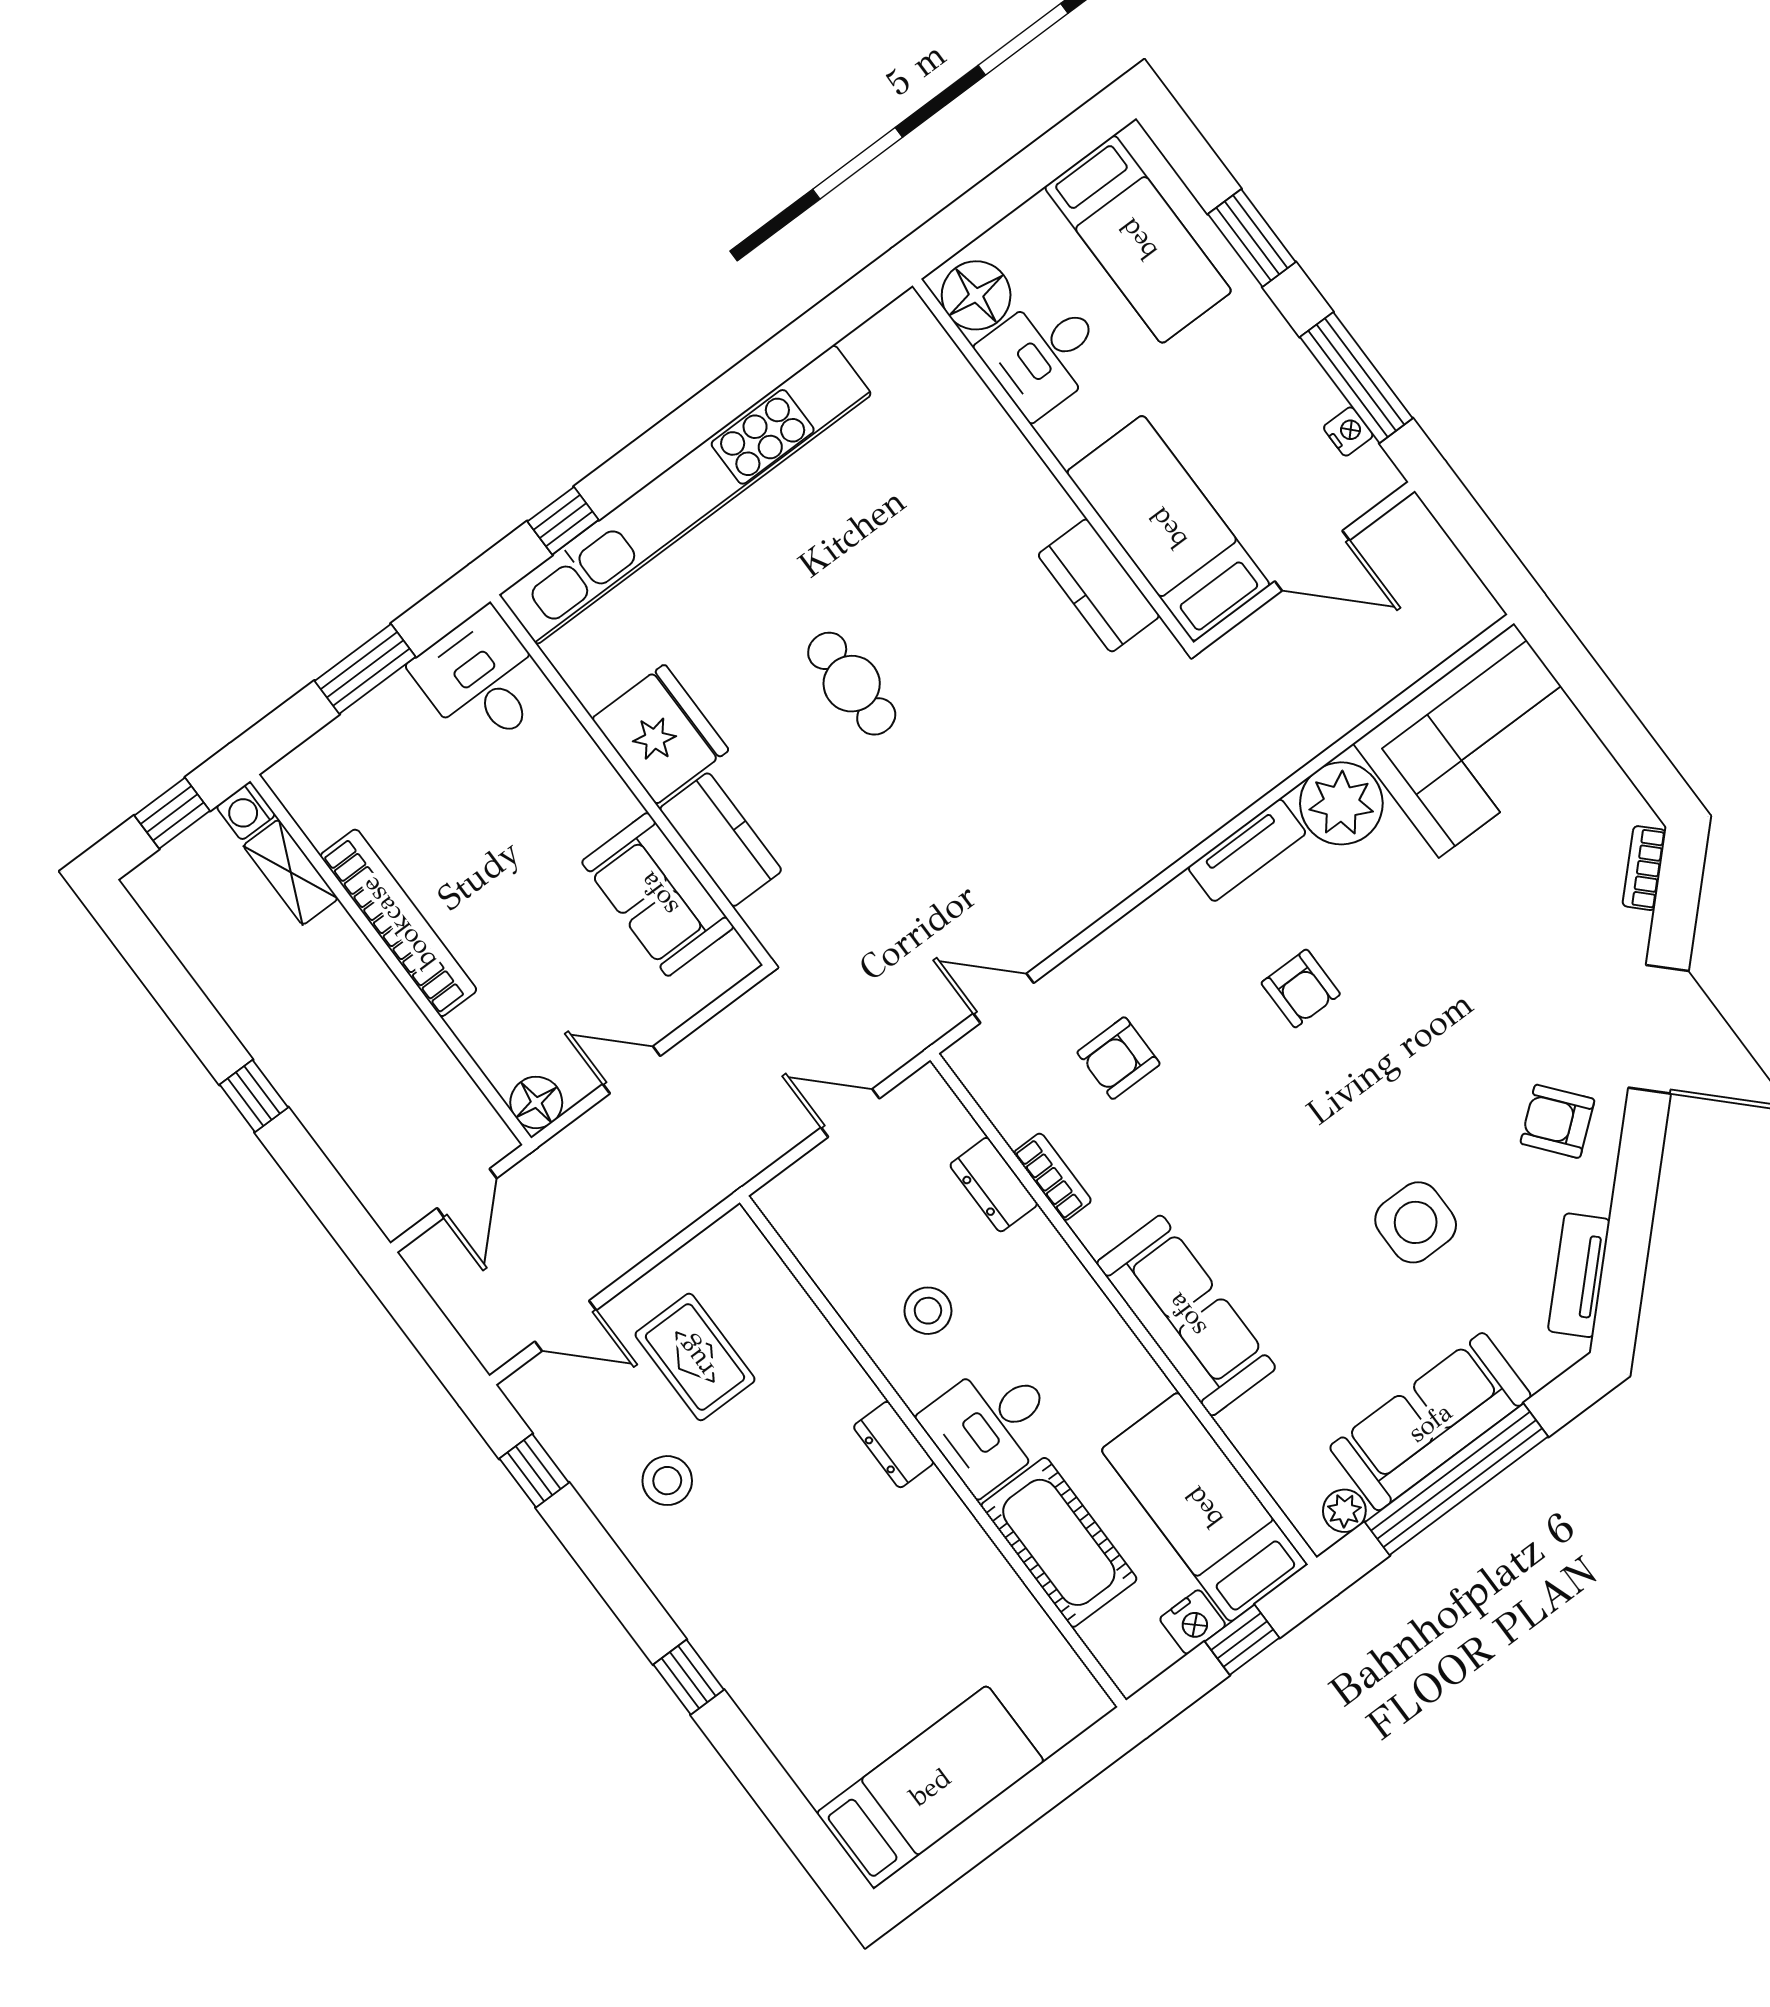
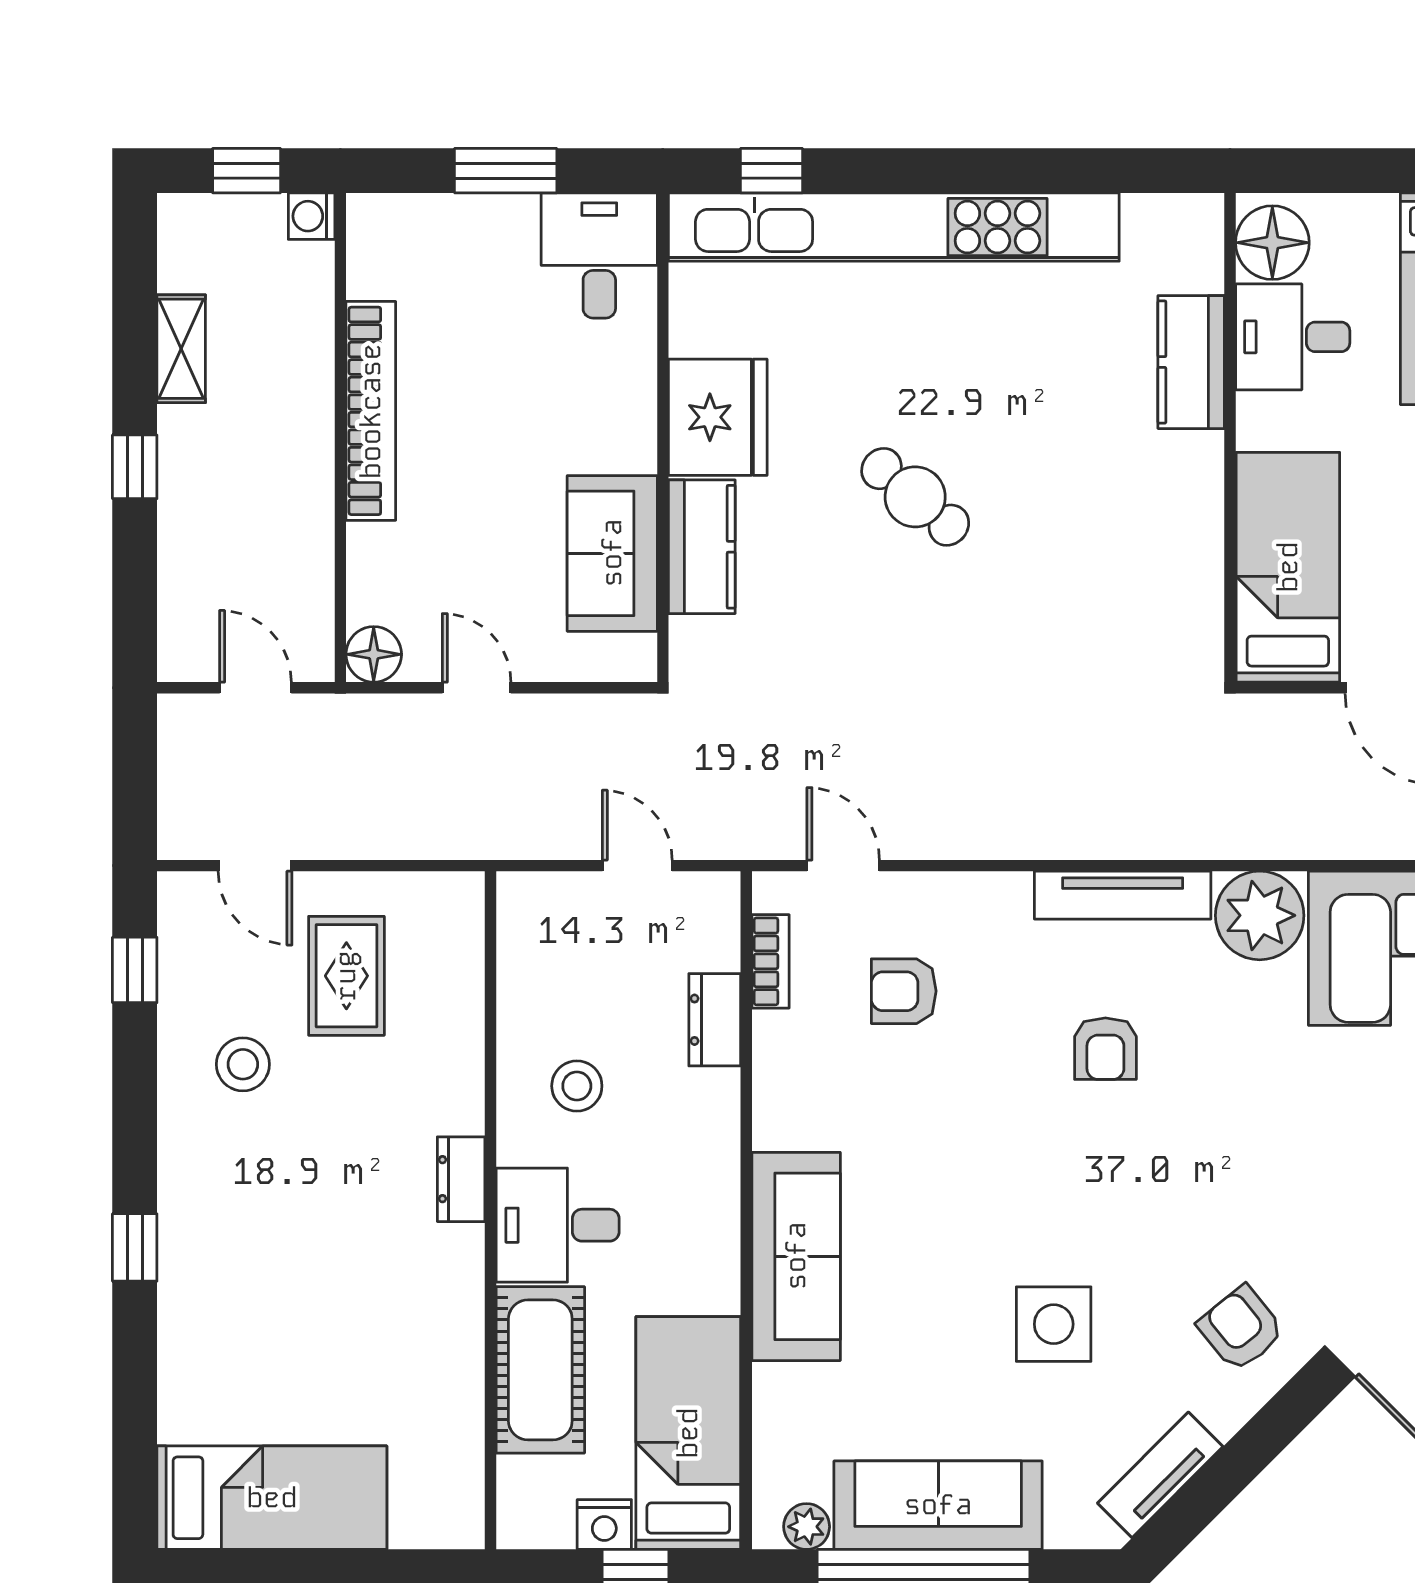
kitchen counter: (1099, 585) -> (1191, 362), moved
cafe table: (852, 684) -> (915, 497), turned -50
tv unit: (1247, 850) -> (1123, 895), width x1.41
shelving: (291, 872) -> (181, 349), moved
bookcase: (1053, 1177) -> (771, 961), moved
door: (467, 1193) -> (255, 688), swing flipped

